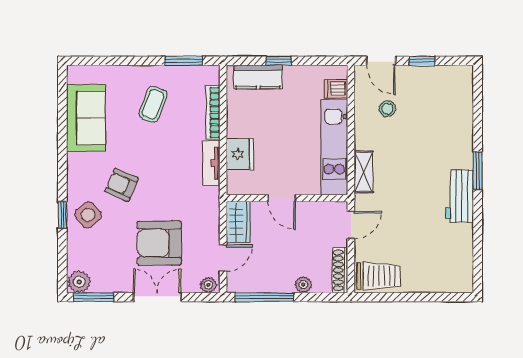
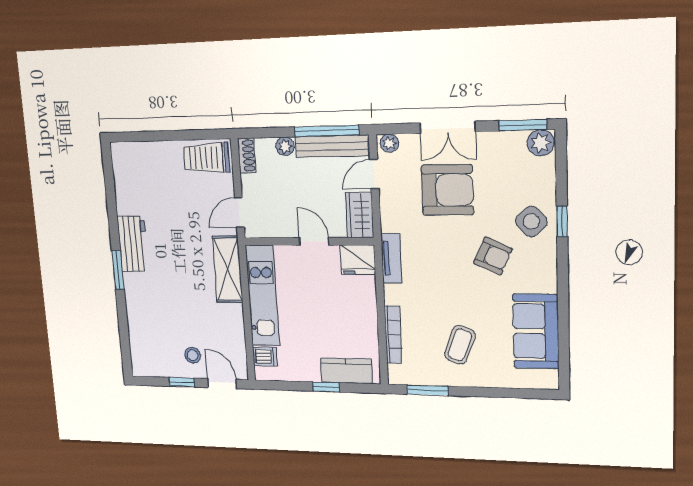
stool: (387, 109) -> (193, 355), moved
fridge: (240, 154) -> (358, 260), moved, turned -90
tv unit: (211, 163) -> (391, 258), moved
shelving: (364, 172) -> (227, 269), width x1.50, depth x1.33
shoe rack: (340, 270) -> (247, 156), width x0.70
bench: (260, 283) -> (332, 146), added

